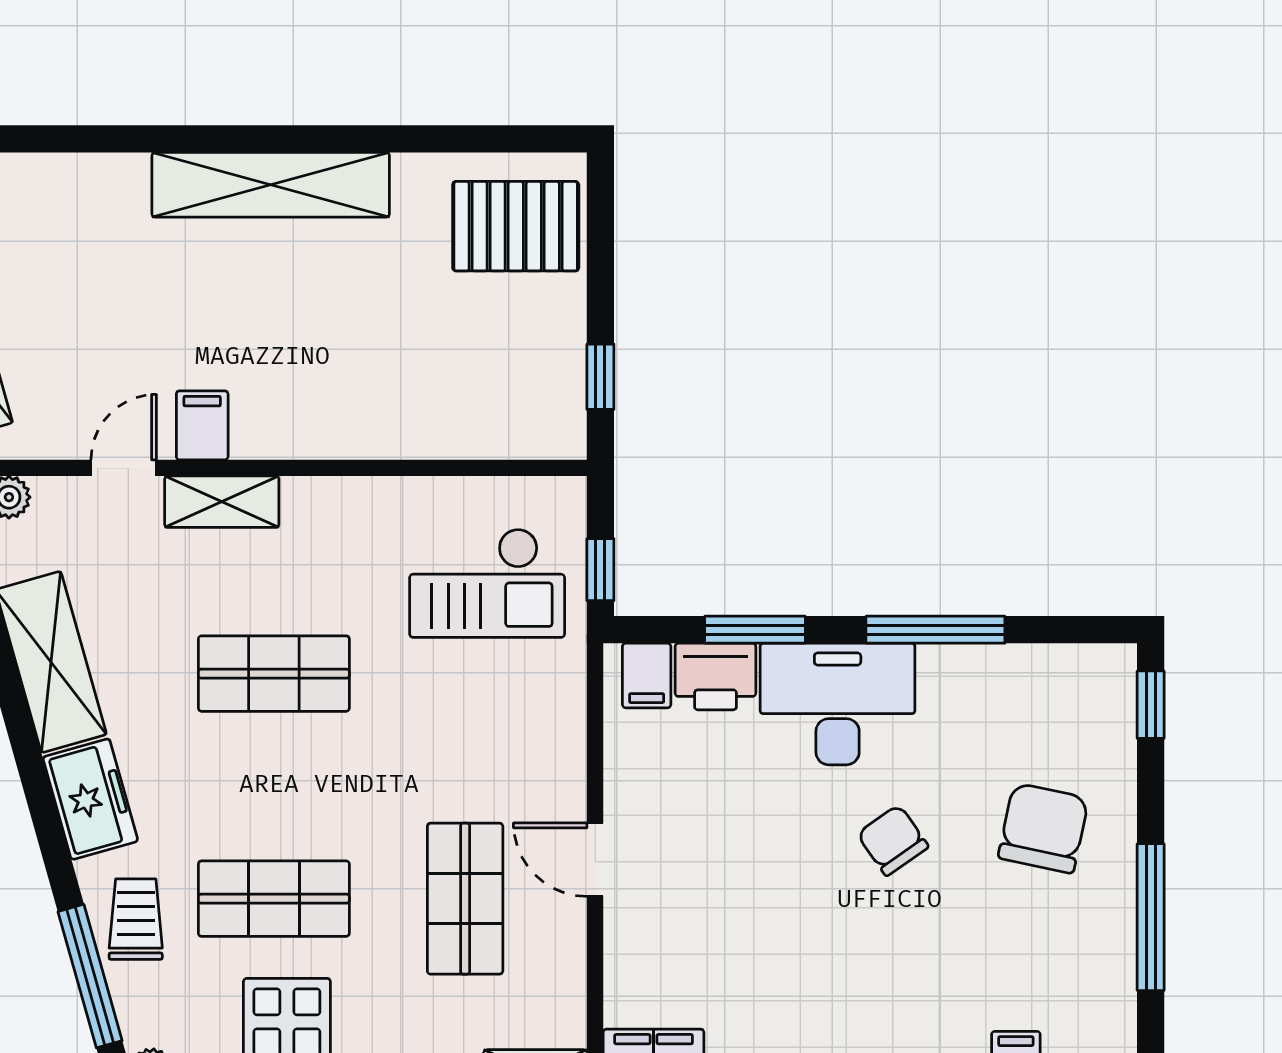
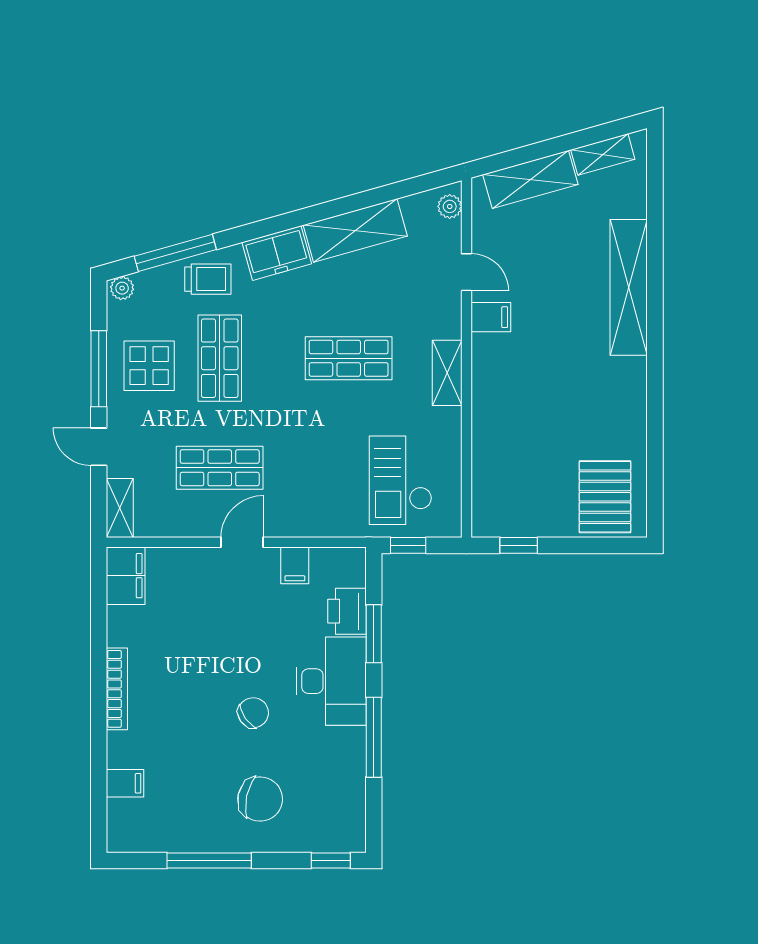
shelving: (271, 185) -> (629, 287), moved
shelving: (222, 502) -> (447, 373), moved
shop shelf: (274, 674) -> (349, 358), turned 90
filing cabinet: (647, 675) -> (295, 565), moved, turned -90

